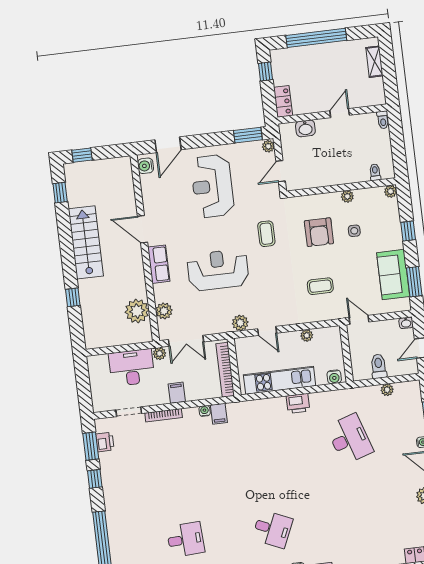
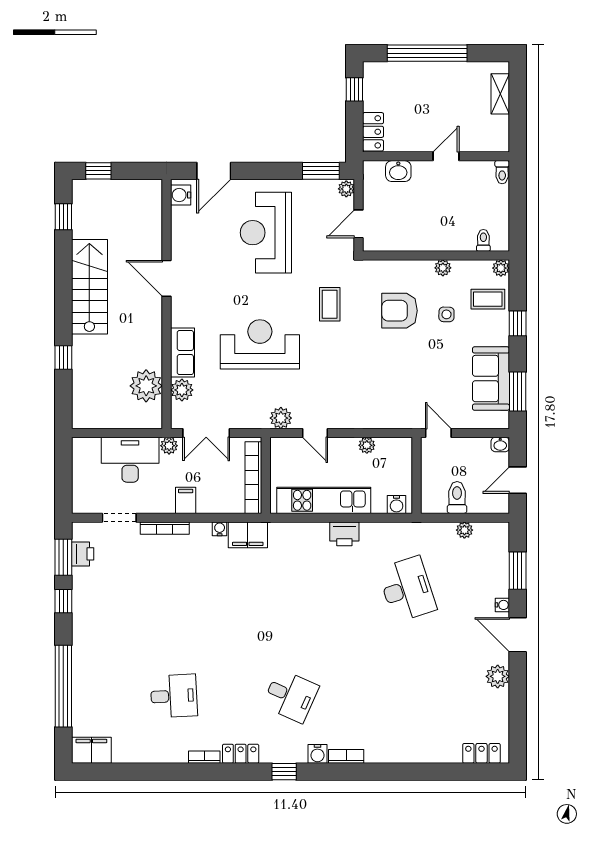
armchair: (319, 232) -> (400, 311), turned 90
row of seats: (159, 264) -> (182, 353), moved
coffee table: (320, 286) -> (488, 299), moved
filing cabinet: (219, 414) -> (248, 535), width x2.00

